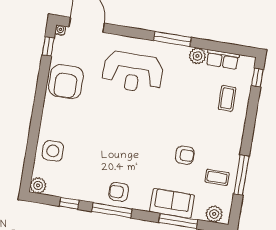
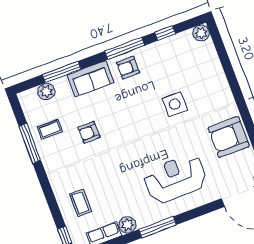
armchair: (66, 82) -> (229, 137), turned -90
side table: (53, 151) -> (175, 104), moved
armchair: (119, 192) -> (128, 68), turned 180
sofa: (172, 203) -> (91, 79), moved
plant: (214, 214) -> (46, 91), moved

